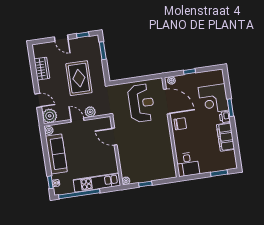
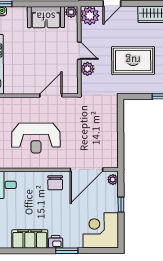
corner desk: (213, 99) -> (101, 230), moved
reception desk: (141, 103) -> (36, 138), moved
door: (77, 120) -> (79, 51), hinge flipped
sofa: (56, 154) -> (46, 17), width x0.73

